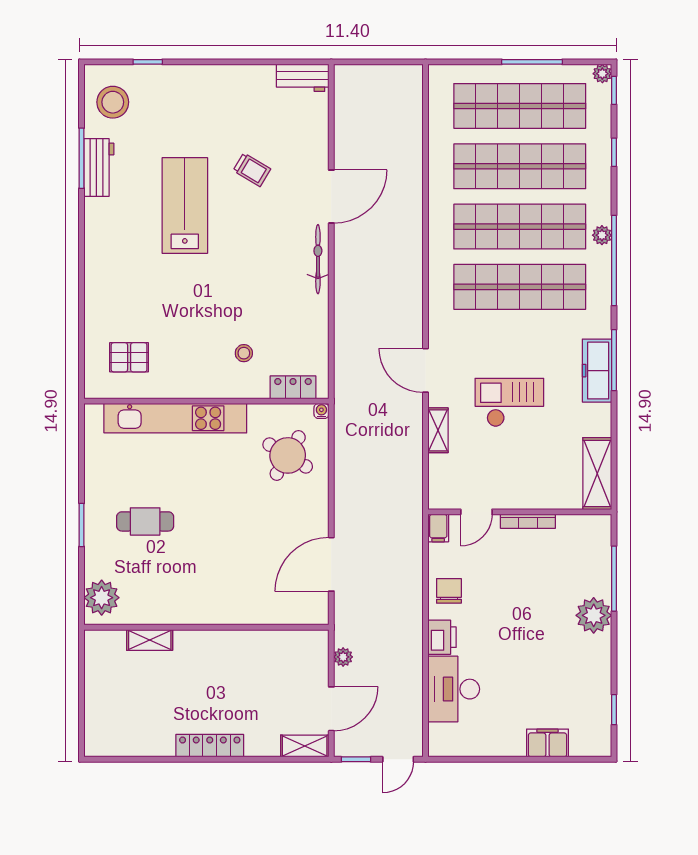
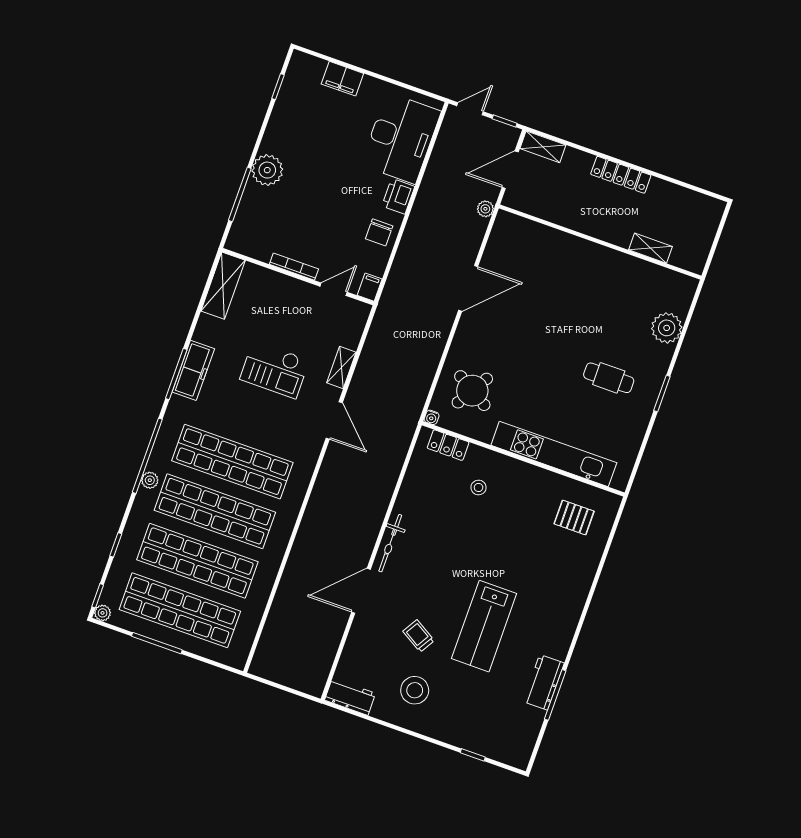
stool: (113, 102) -> (415, 690), moved
wall: (206, 627) -> (600, 242), moved
shelving: (150, 640) -> (650, 248), moved
desk: (454, 689) -> (401, 138), width x1.36, depth x1.30

